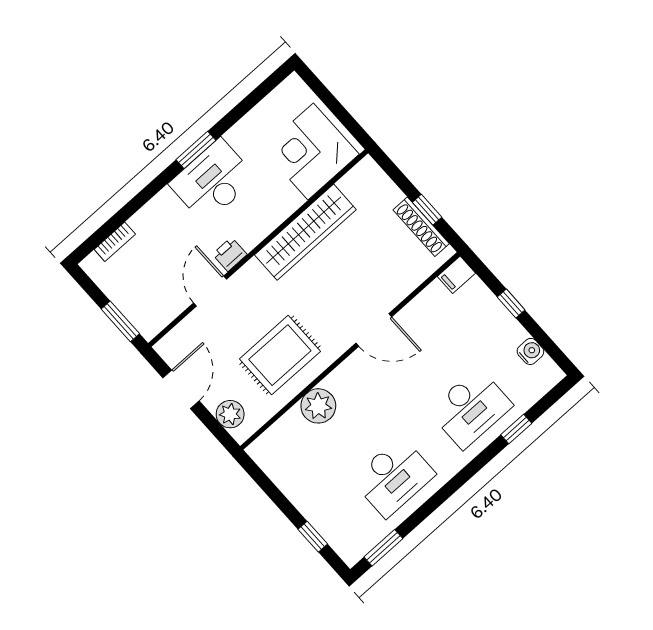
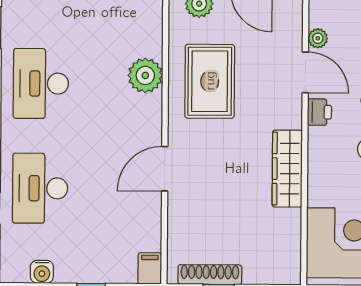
wardrobe: (305, 232) -> (287, 169), width x0.71, depth x0.85
plant: (177, 304) -> (318, 38), added

